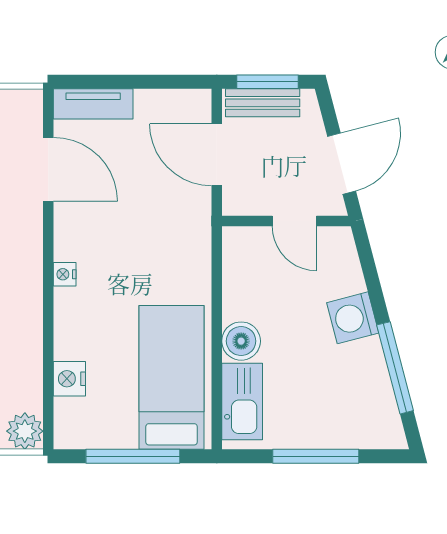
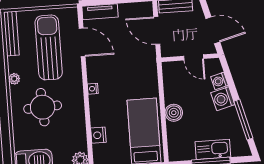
door: (342, 164) -> (213, 30), hinge flipped
washing machine: (348, 278) -> (220, 81), added
kitchen sink: (242, 401) -> (213, 149), moved, turned -90

